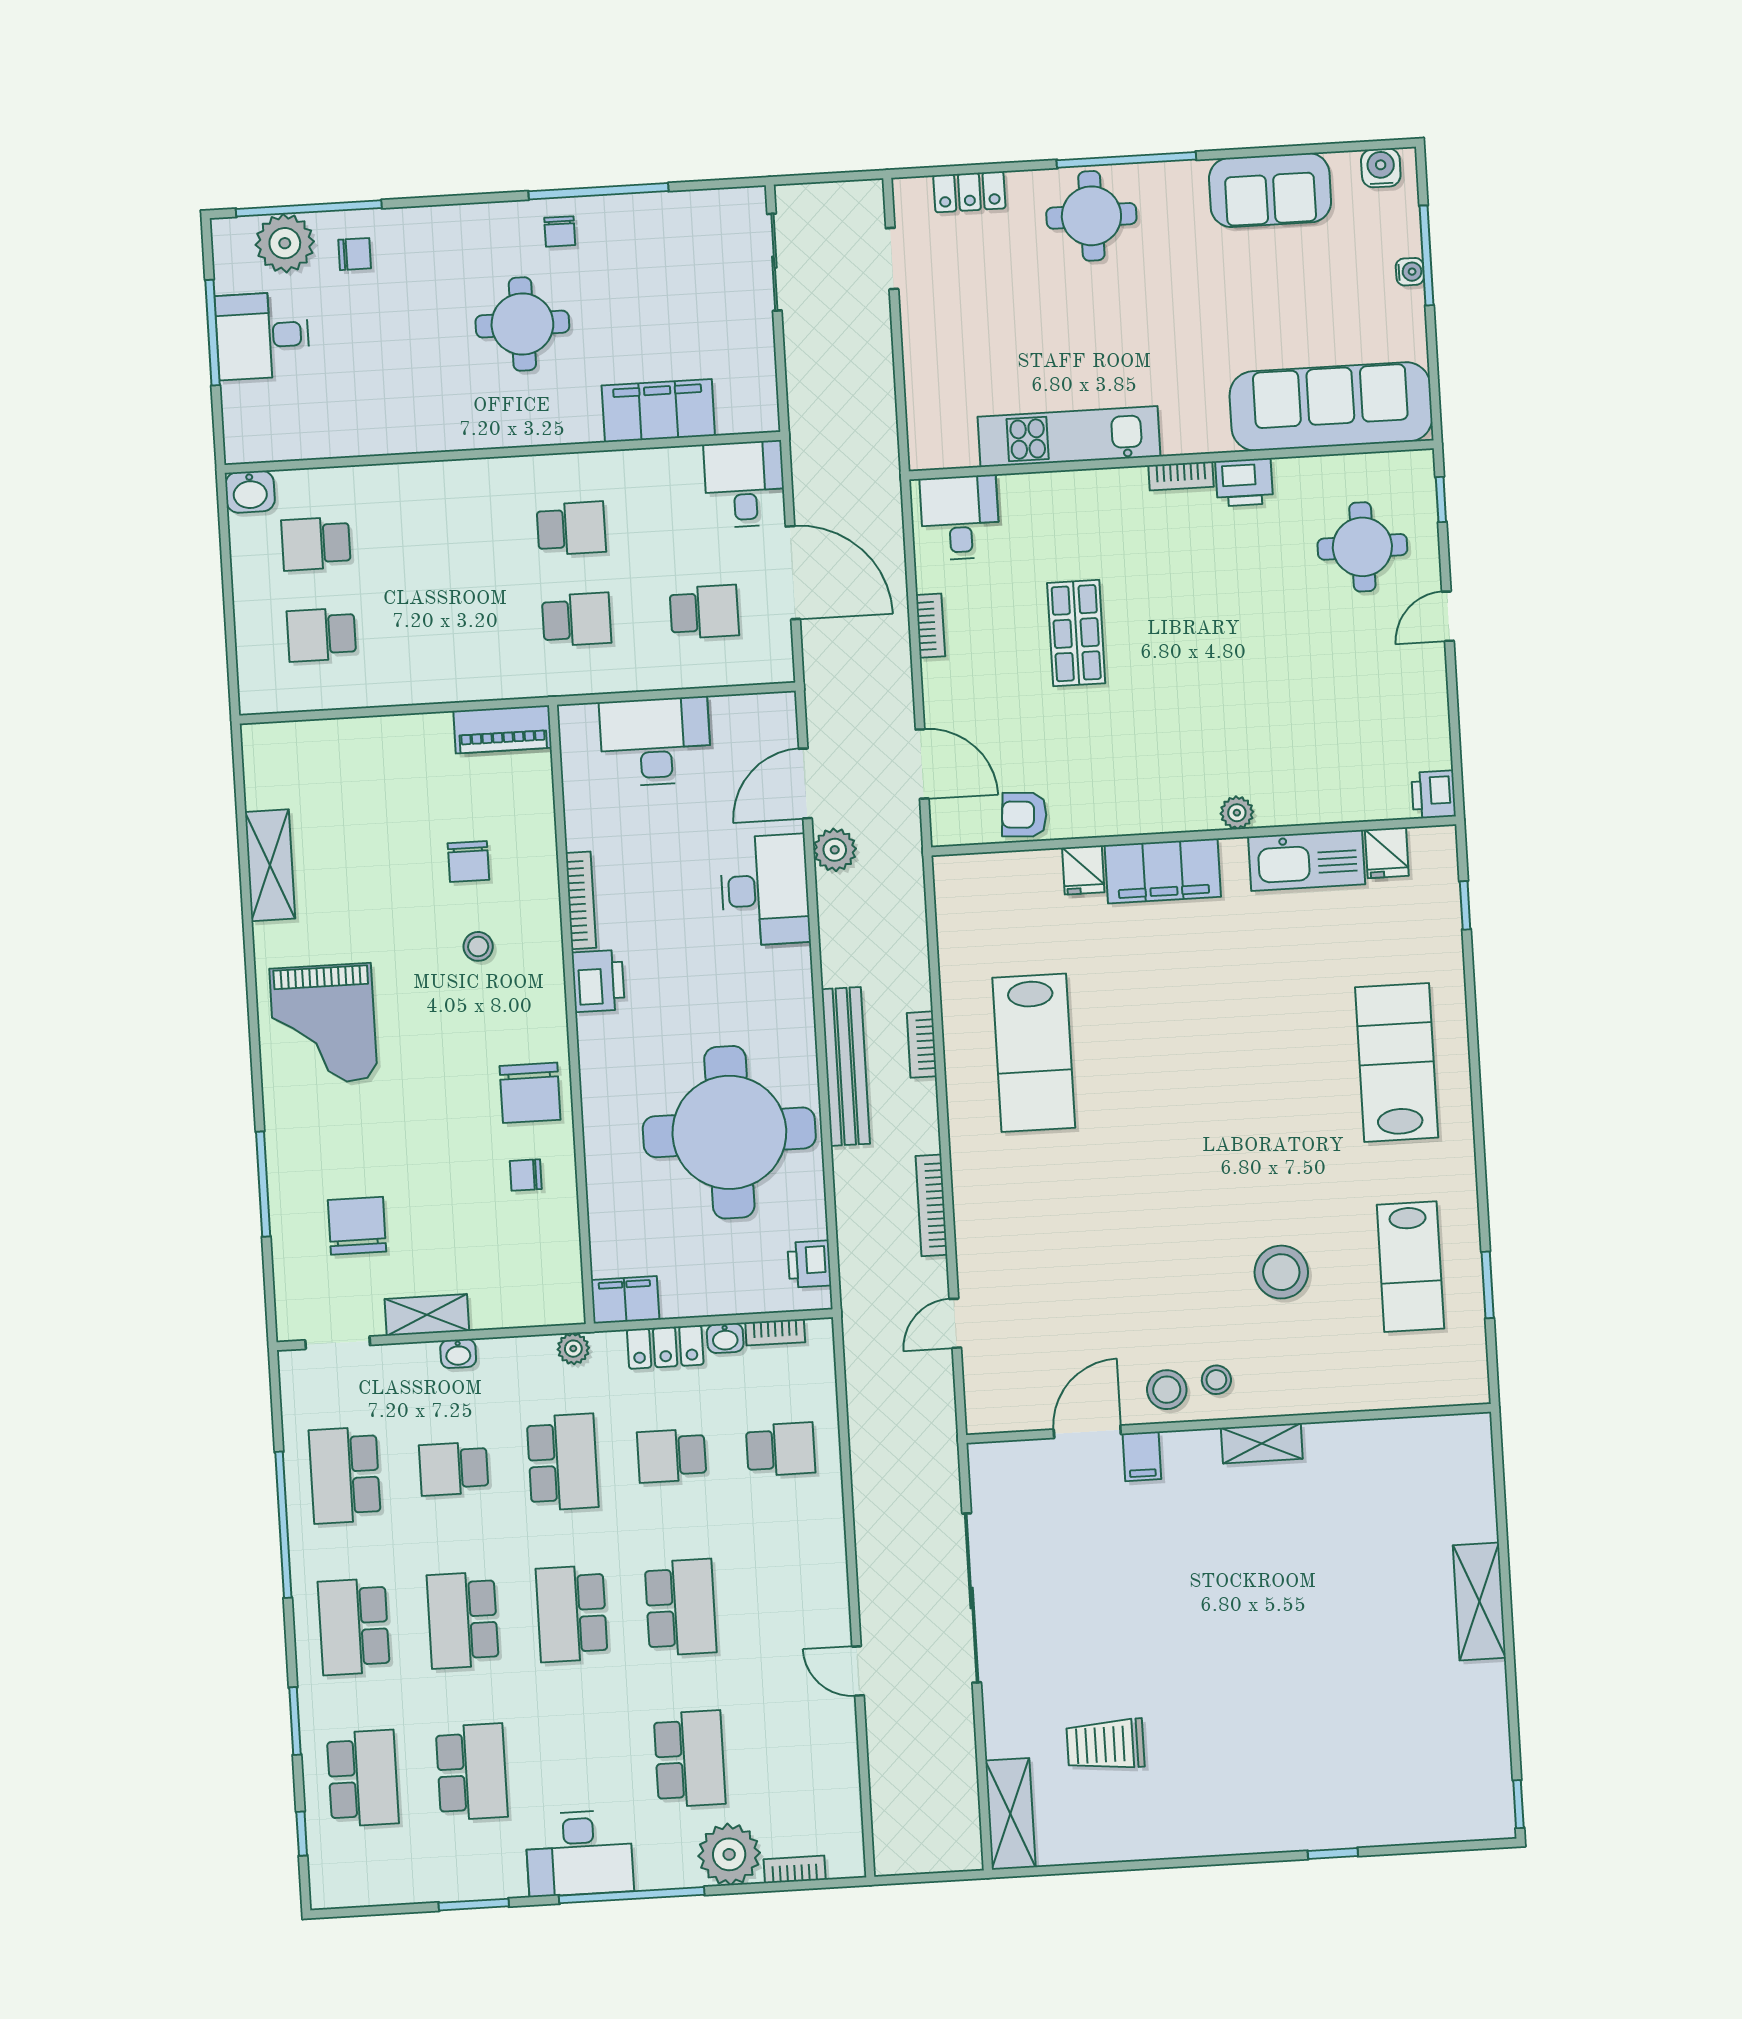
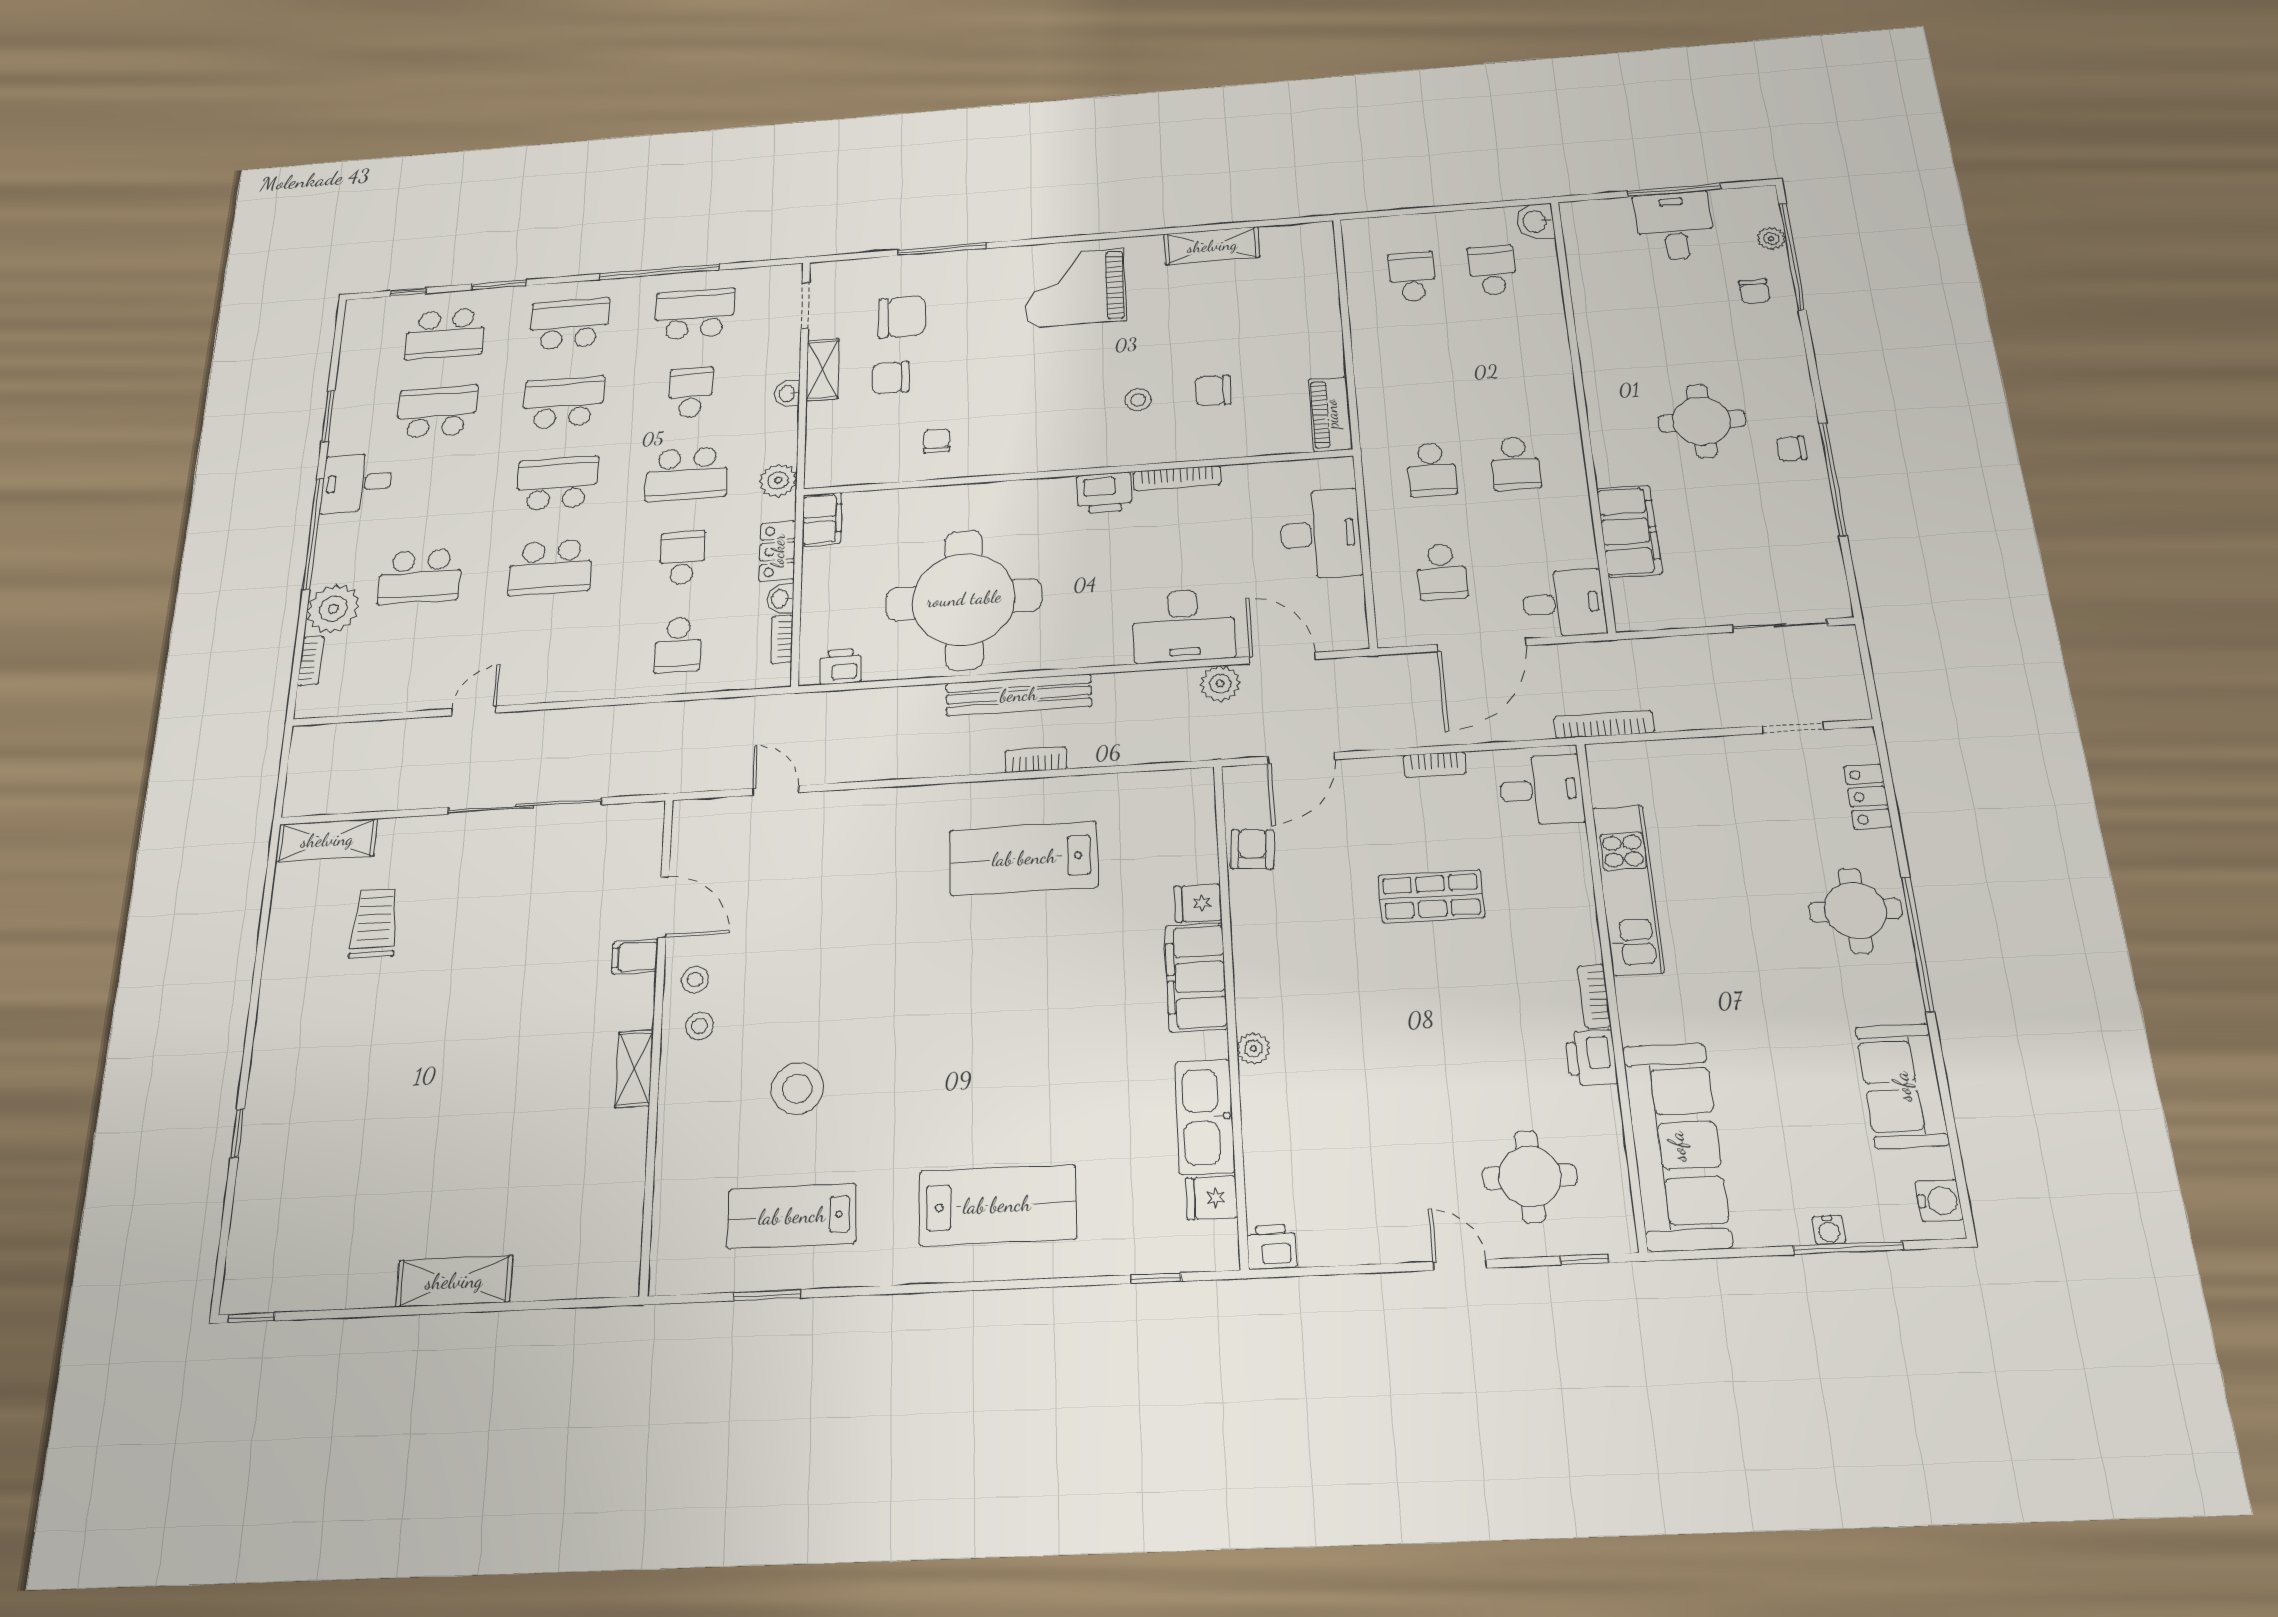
plant: (285, 243) -> (1771, 239), width x0.53, depth x0.53
chair: (530, 1093) -> (891, 378), moved, width x0.73, depth x0.73
bookcase: (931, 1205) -> (1604, 725), moved
plant: (573, 1349) -> (778, 480), width x1.38, depth x1.38
stool: (1167, 1390) -> (695, 980), width x0.73, depth x0.73
school desk: (472, 1772) -> (437, 412), turned 180
desk: (579, 1853) -> (357, 483), width x0.73

